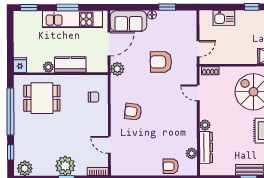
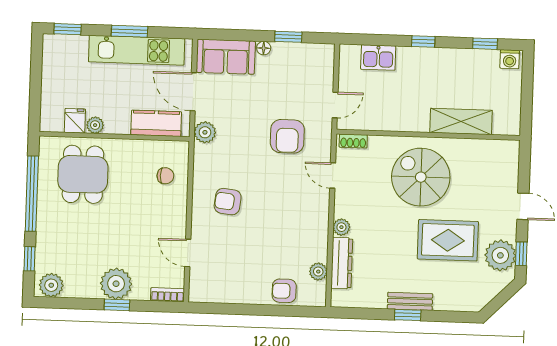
door: (109, 44) -> (193, 92), swing flipped
armchair: (161, 62) -> (287, 136), moved, turned -90
fridge: (20, 65) -> (75, 121), moved
kitchen counter: (70, 65) -> (156, 123), moved
dining table: (42, 98) -> (83, 174), turned 90

